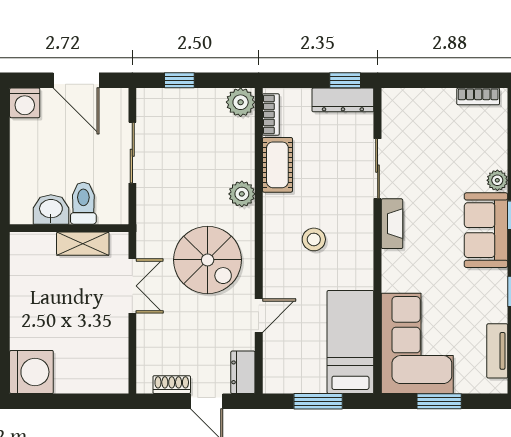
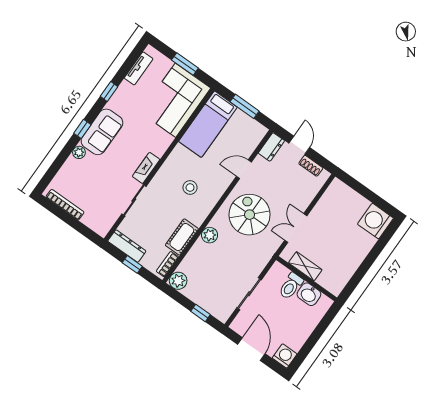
window: (345, 80) -> (132, 264), moved
bookcase: (478, 96) -> (65, 205), width x1.56

